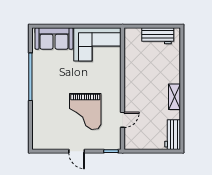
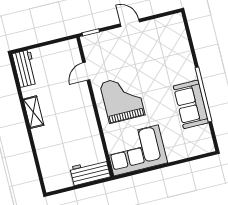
workbench: (158, 36) -> (90, 172), moved
sofa: (54, 38) -> (191, 104), moved, turned -90
grand piano: (85, 111) -> (122, 99), moved

